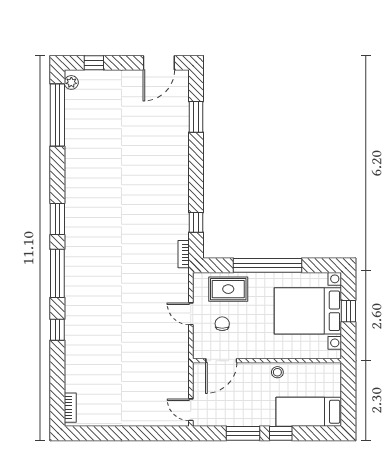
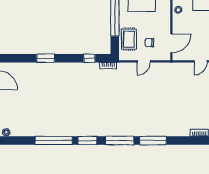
window: (57, 115) -> (54, 141), moved
window: (196, 117) -> (46, 58), moved
window: (57, 330) -> (153, 141), width x2.17
door: (221, 361) -> (171, 43), hinge flipped

